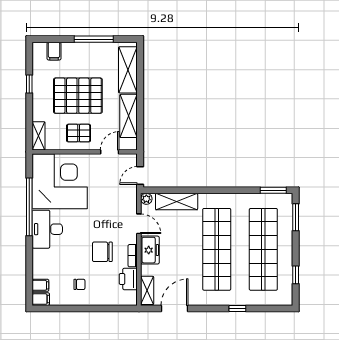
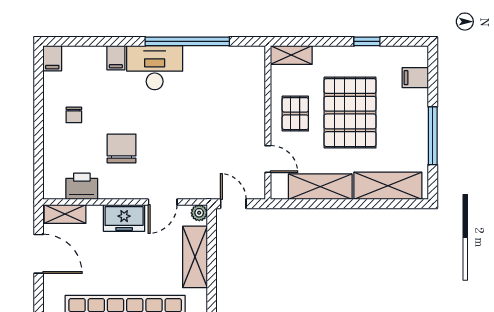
corner desk: (60, 181) -> (225, 86), removed
bookcase: (133, 256) -> (116, 193), removed
filing cabinet: (40, 285) -> (116, 58), moved

